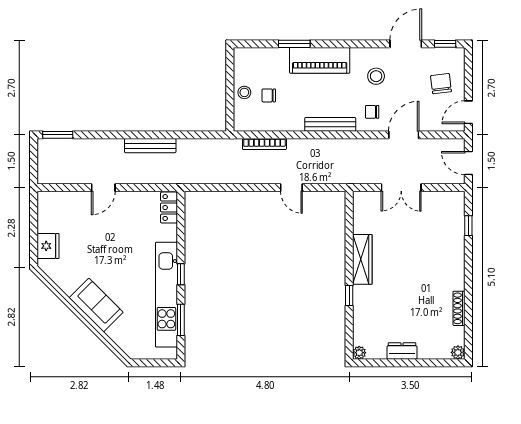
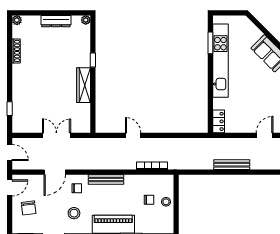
window: (181, 274) -> (210, 75), removed
dresser: (402, 351) -> (56, 21), width x1.44

